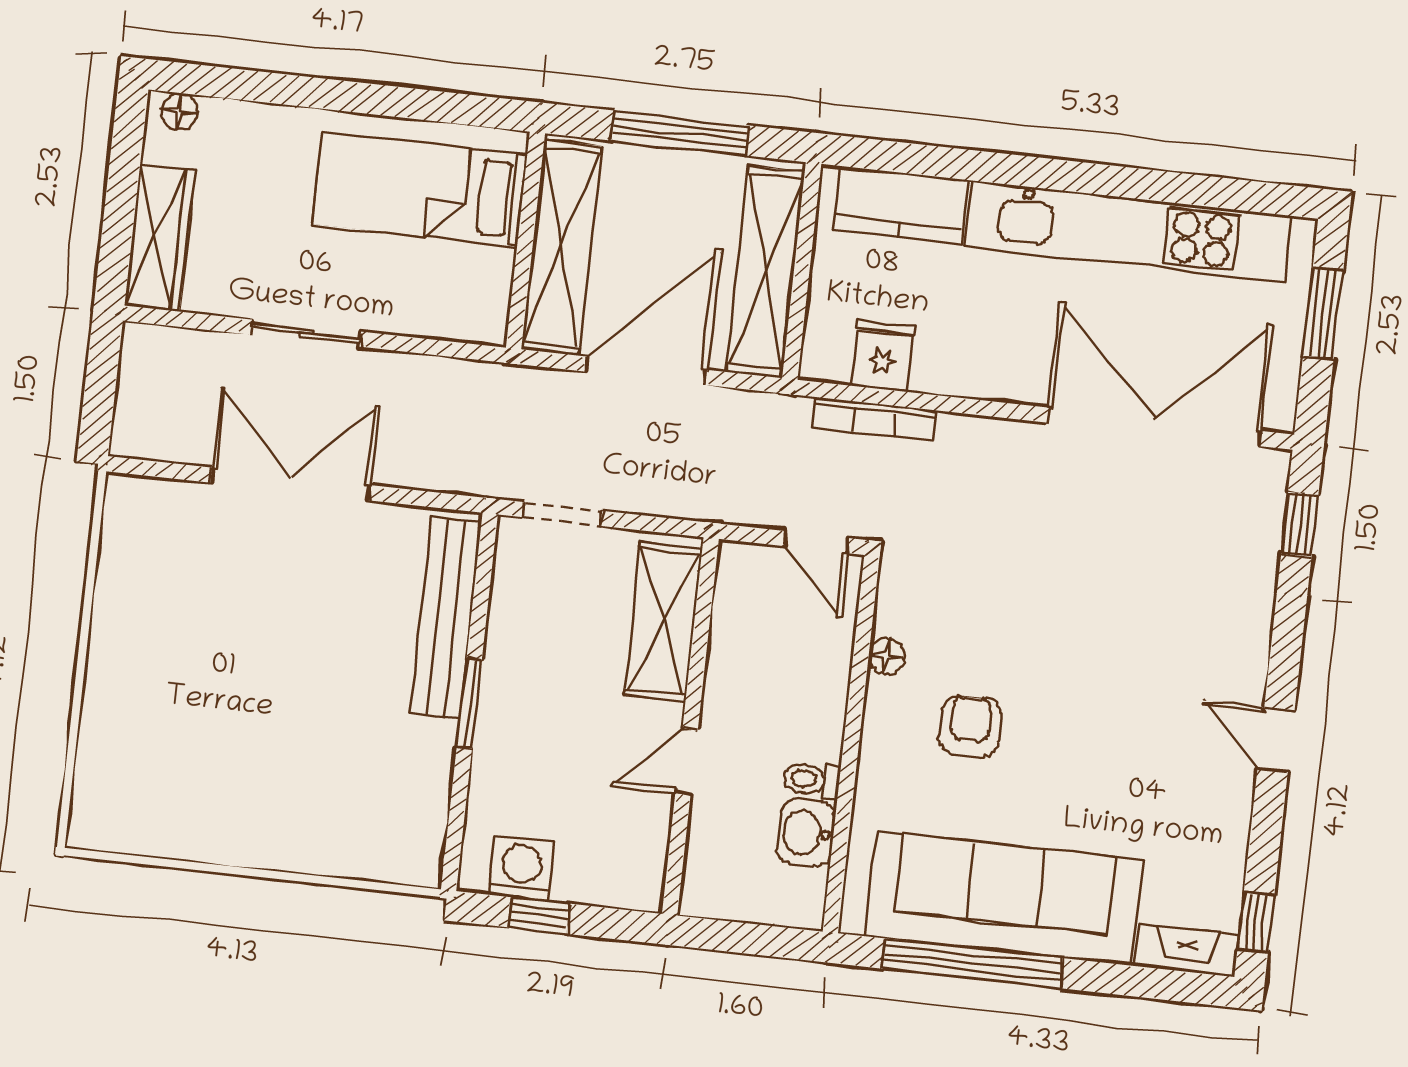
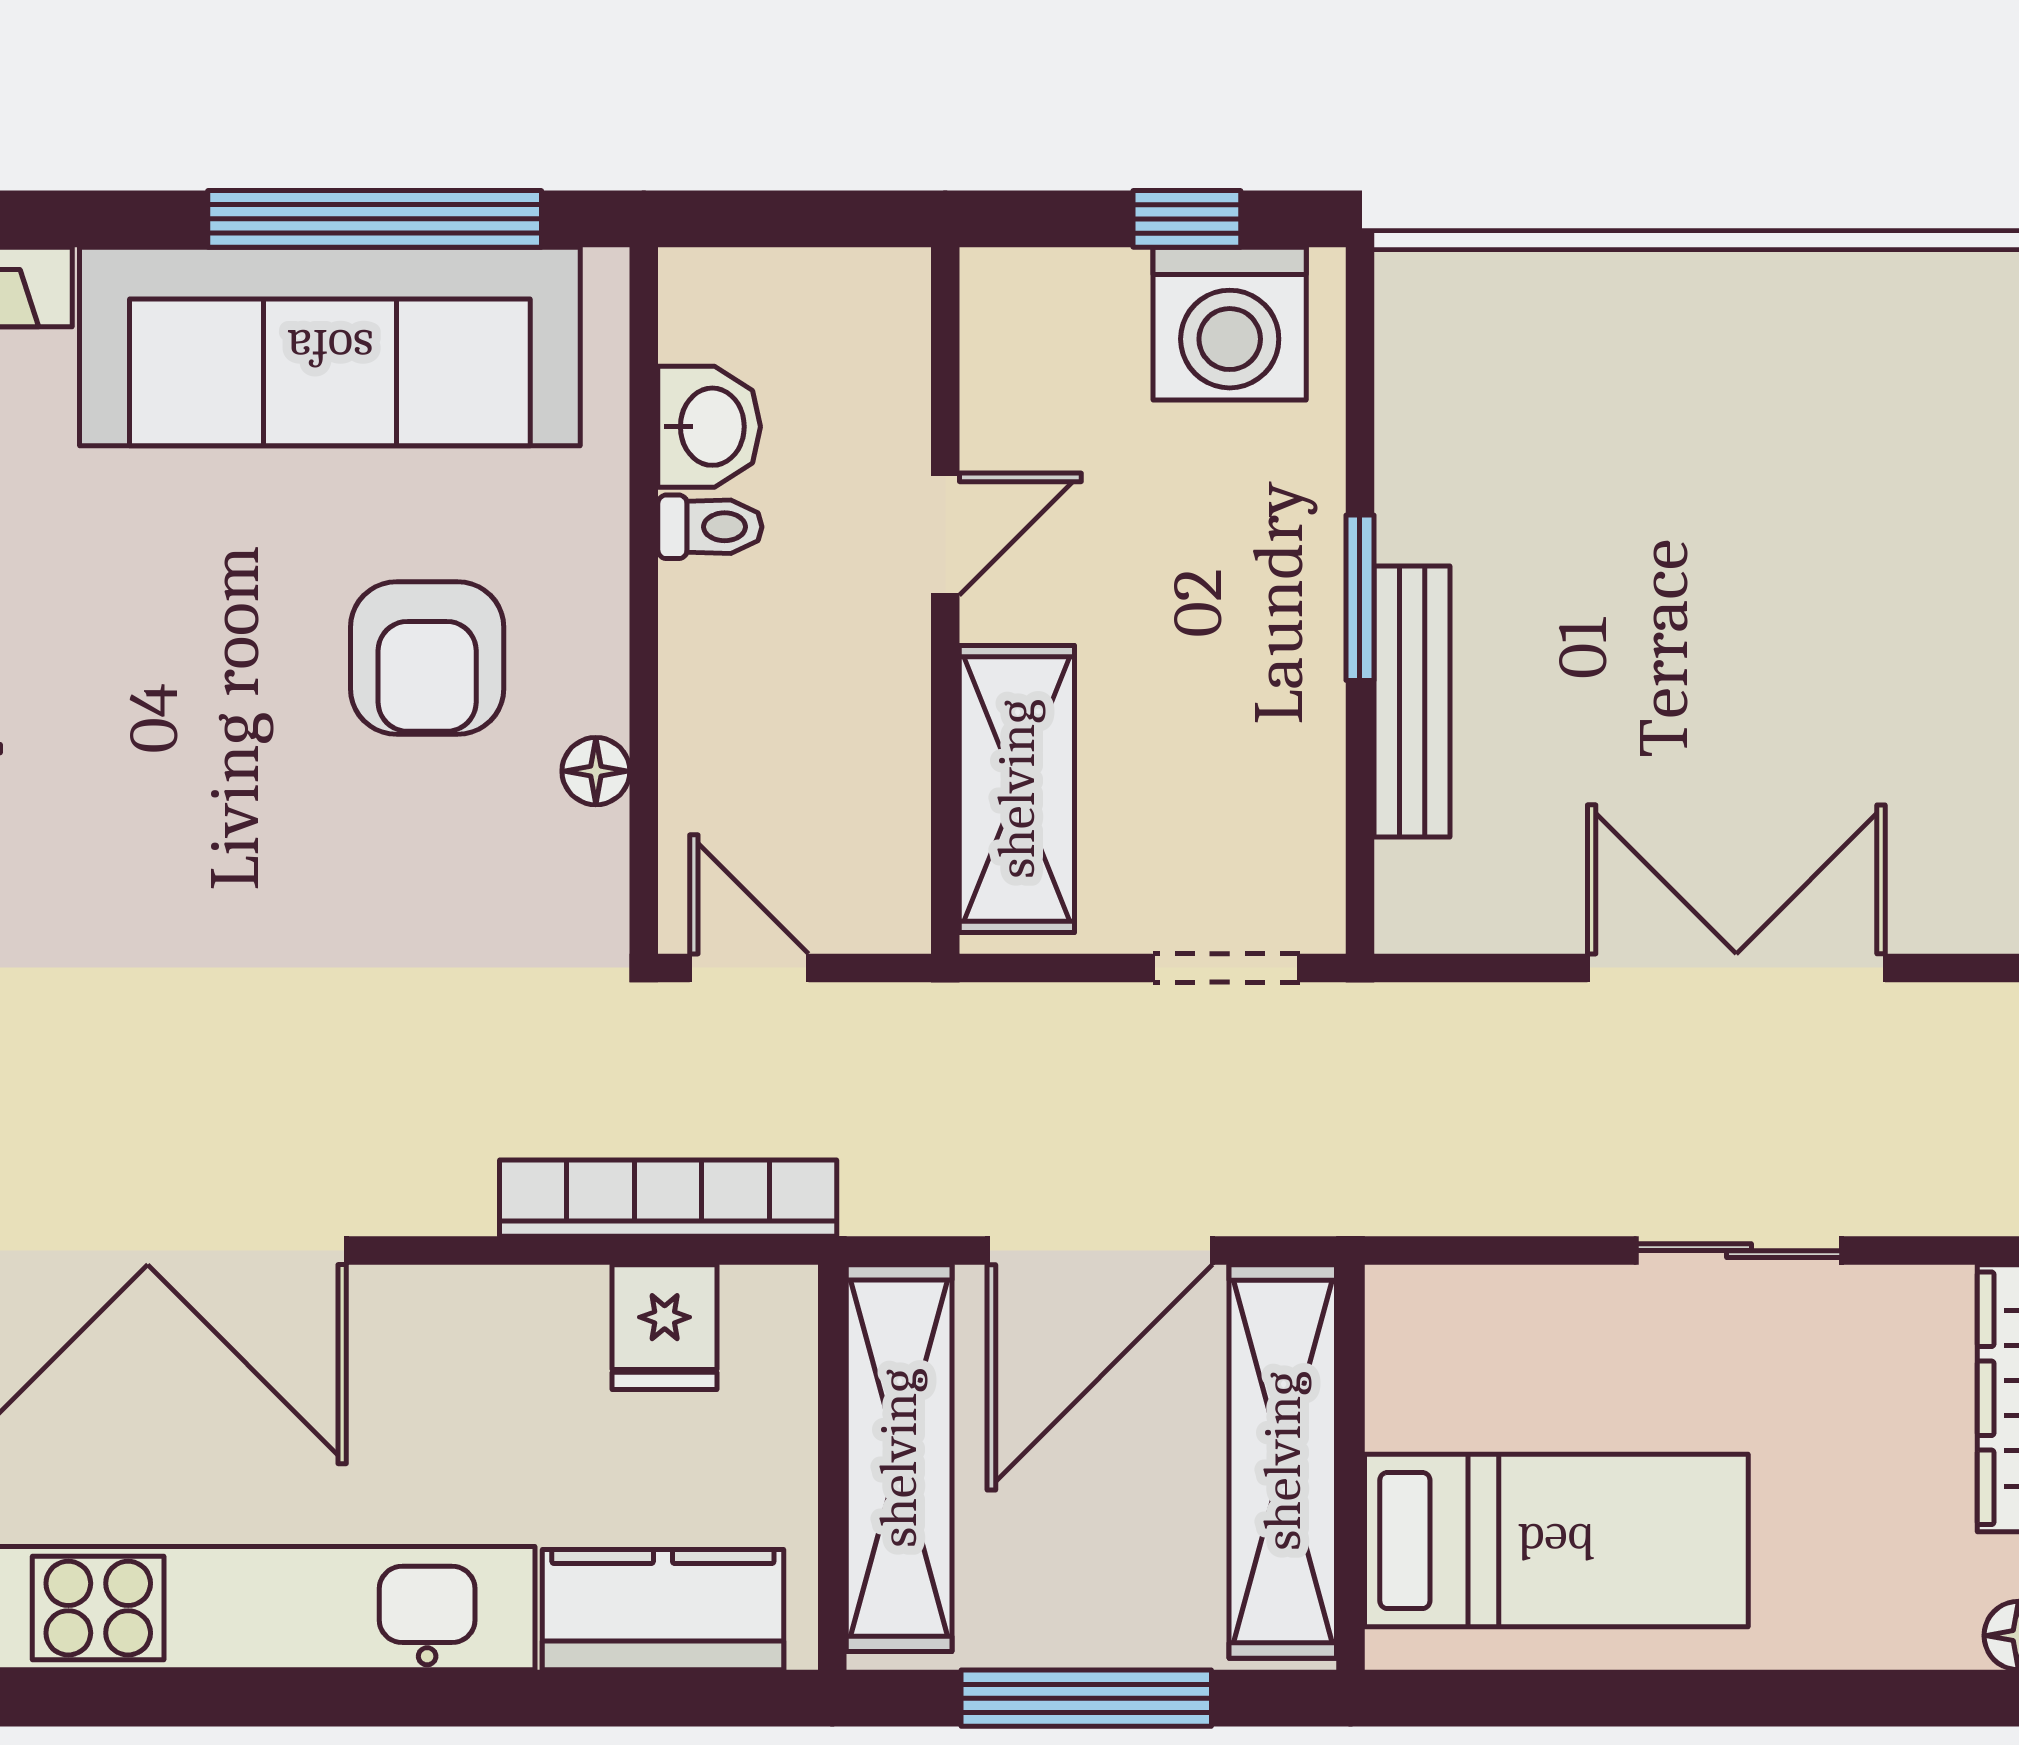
bookcase: (874, 419) -> (668, 1198), width x1.48, depth x1.31
double door: (290, 484) -> (1736, 968), swing flipped
bench: (446, 618) -> (1412, 702), width x0.73, depth x0.82
armchair: (970, 726) -> (427, 658), width x1.38, depth x1.38
washing machine: (521, 868) -> (1230, 324), width x1.37, depth x1.37

